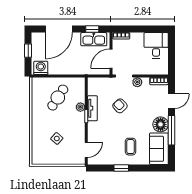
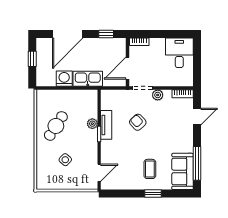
kitchen sink: (94, 39) -> (88, 79), moved, turned 180
washing machine: (41, 68) -> (64, 79), moved
cafe table: (58, 98) -> (56, 126), moved
floor lamp: (161, 124) -> (184, 144), removed
window: (171, 130) -> (197, 163), moved
window: (121, 168) -> (153, 194), moved

